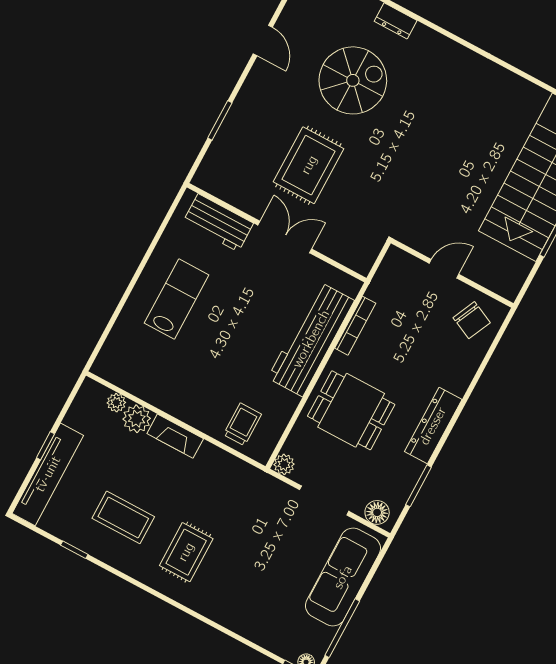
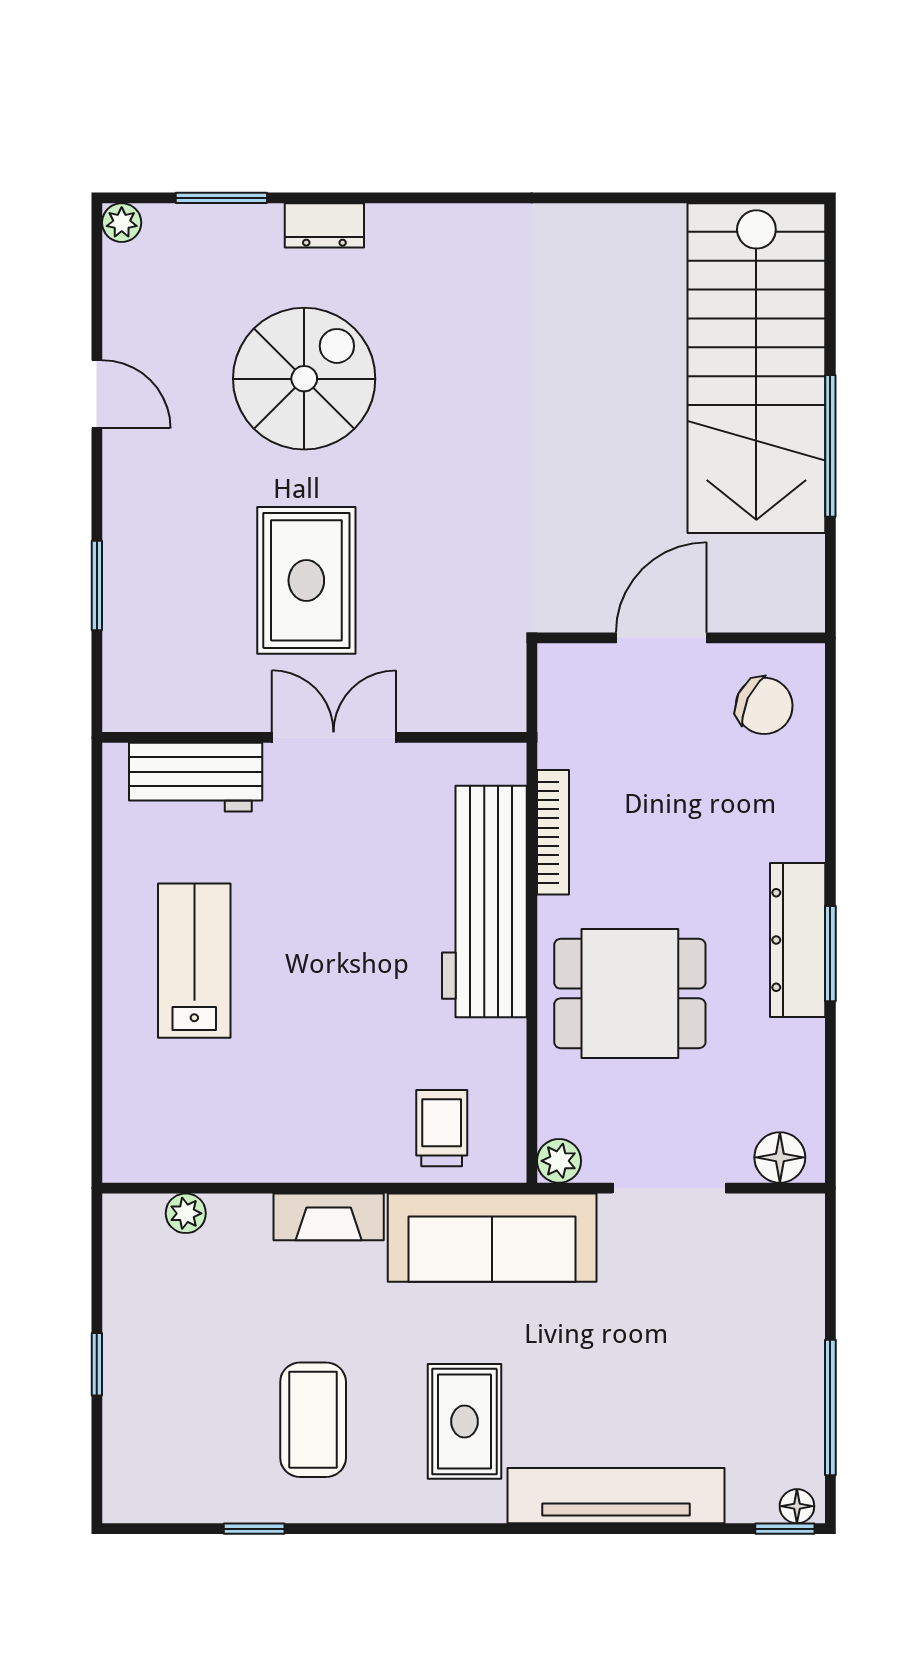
door: (444, 269) -> (661, 638), width x1.38
plant: (137, 419) -> (240, 1223), removed
tv unit: (48, 474) -> (616, 1496), moved, turned -90
window: (419, 486) -> (830, 954), moved
coffee table: (123, 517) -> (313, 1420), turned 90
sofa: (343, 577) -> (492, 1238), moved, turned -90

